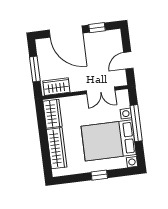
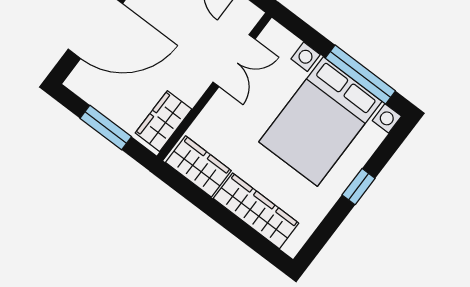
window: (136, 123) -> (360, 74), moved

